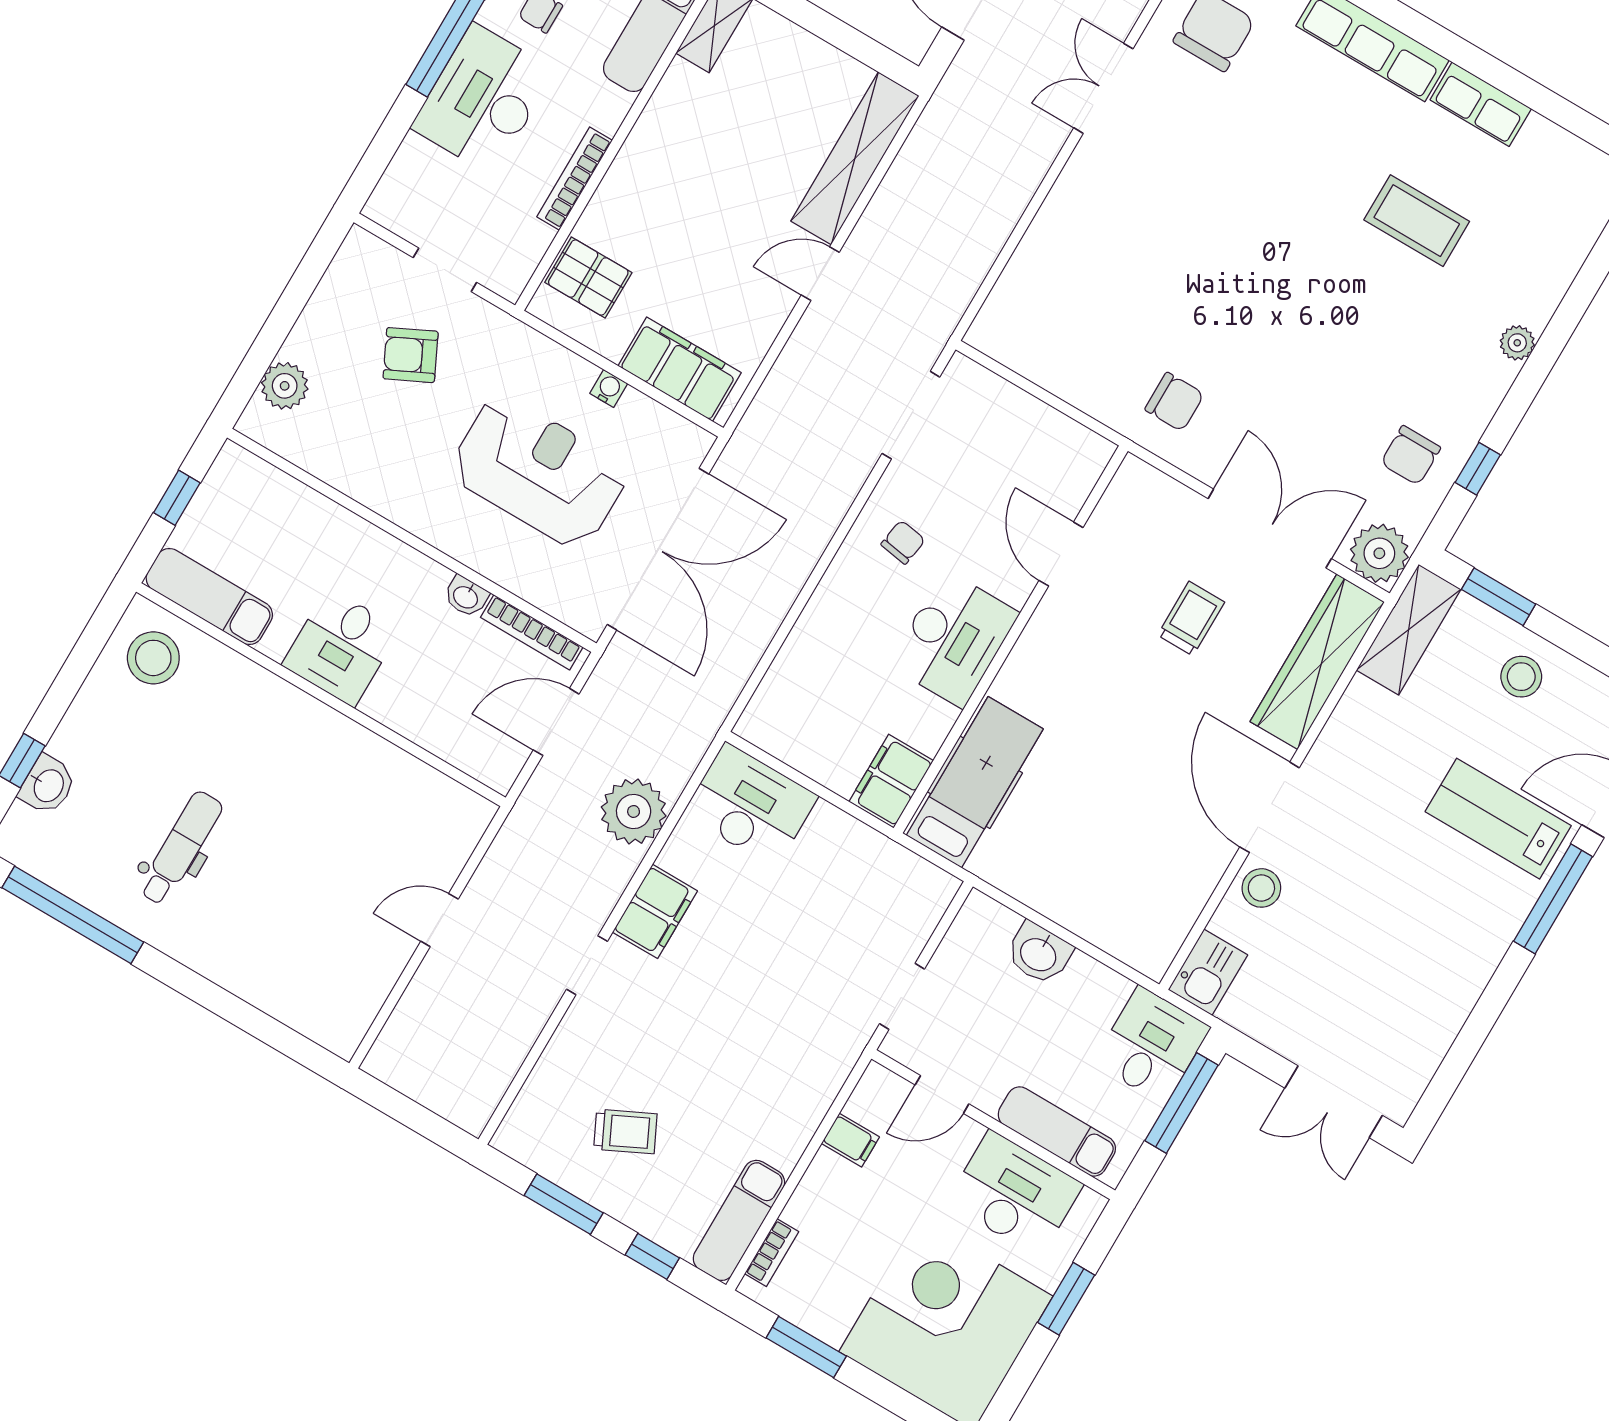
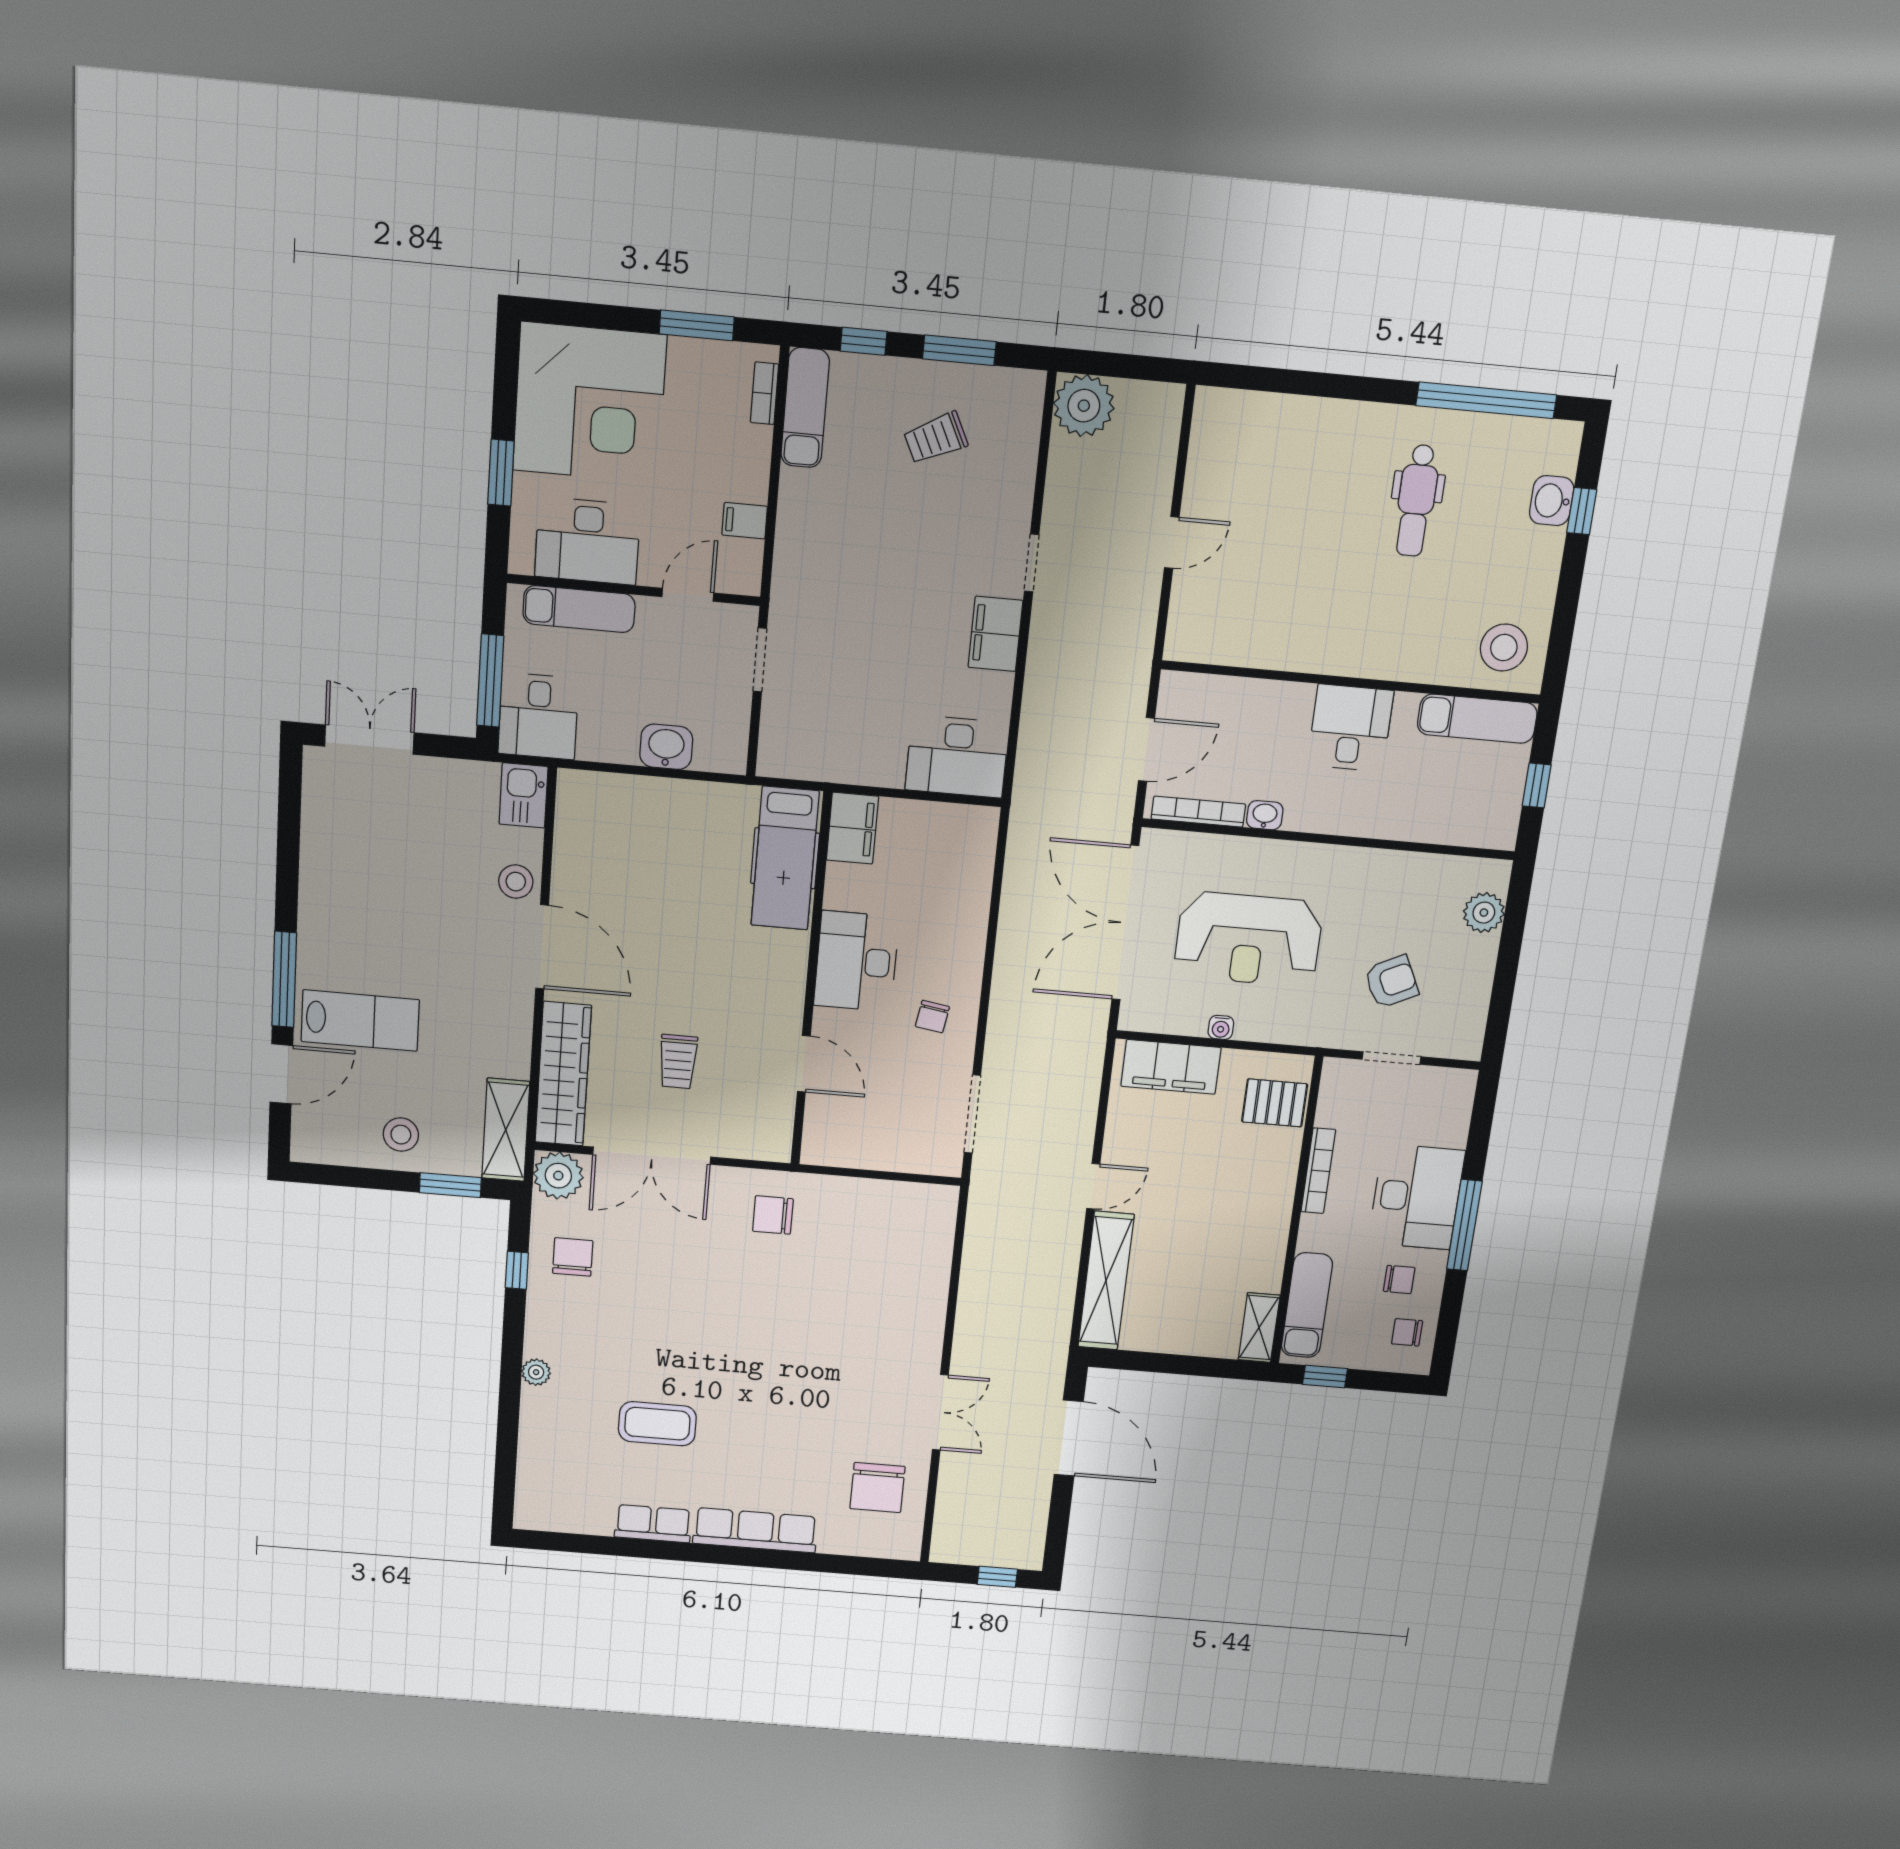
plant: (634, 811) -> (1084, 406), moved

